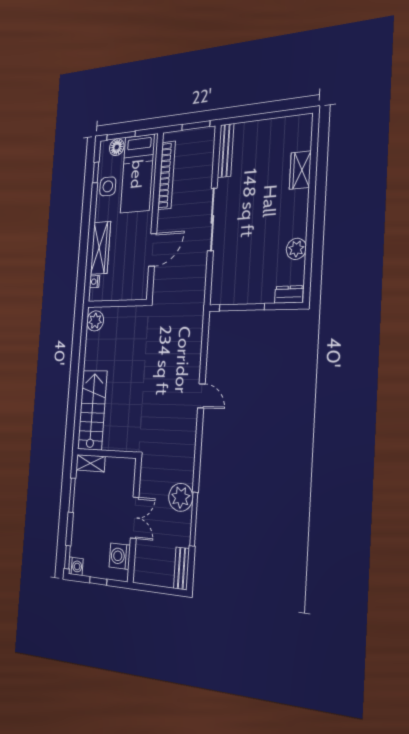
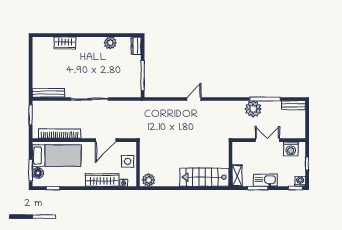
side table: (108, 186) -> (128, 161), moved
door: (153, 250) -> (106, 140), swing flipped
kitchen sink: (81, 509) -> (265, 180), added

